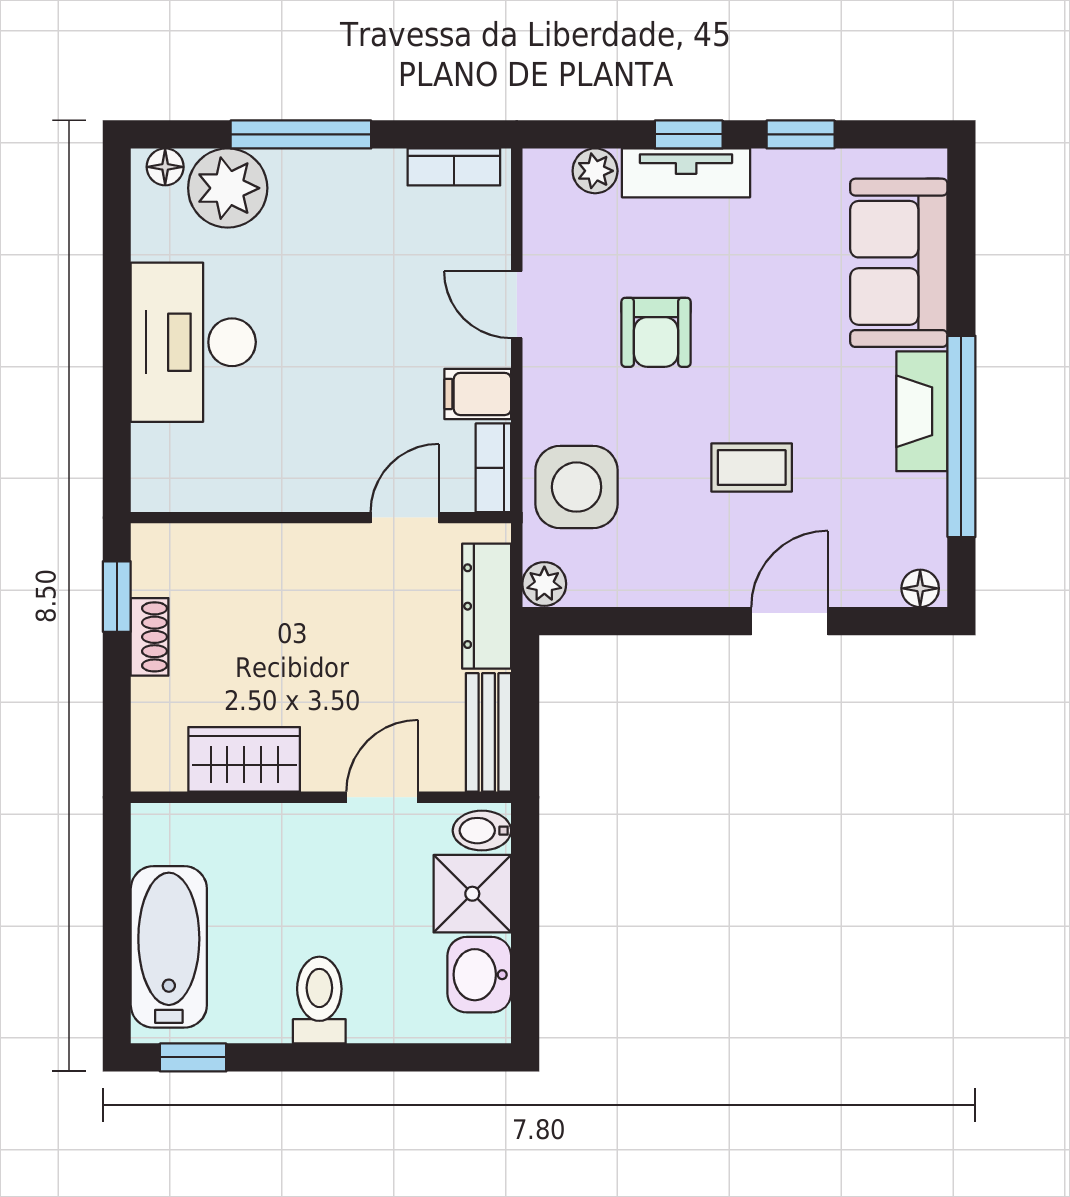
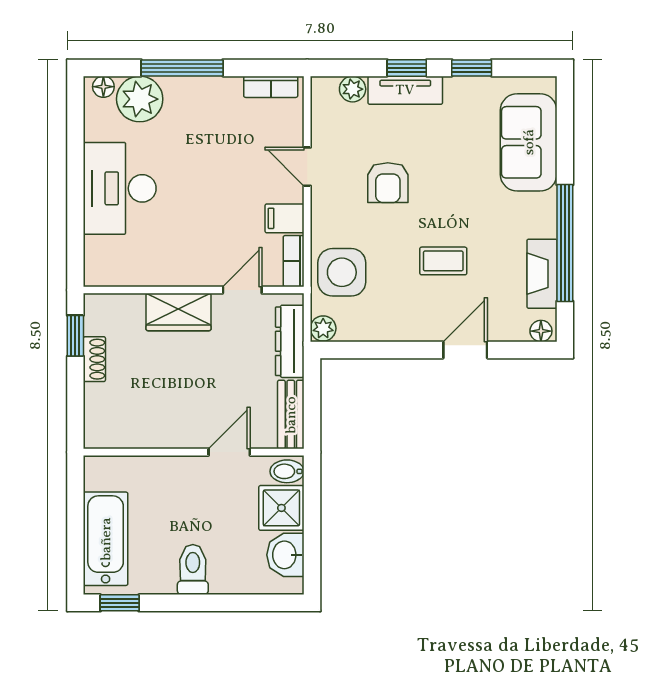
fireplace: (922, 411) -> (542, 274), moved
wardrobe: (244, 759) -> (179, 312), moved, turned 180

